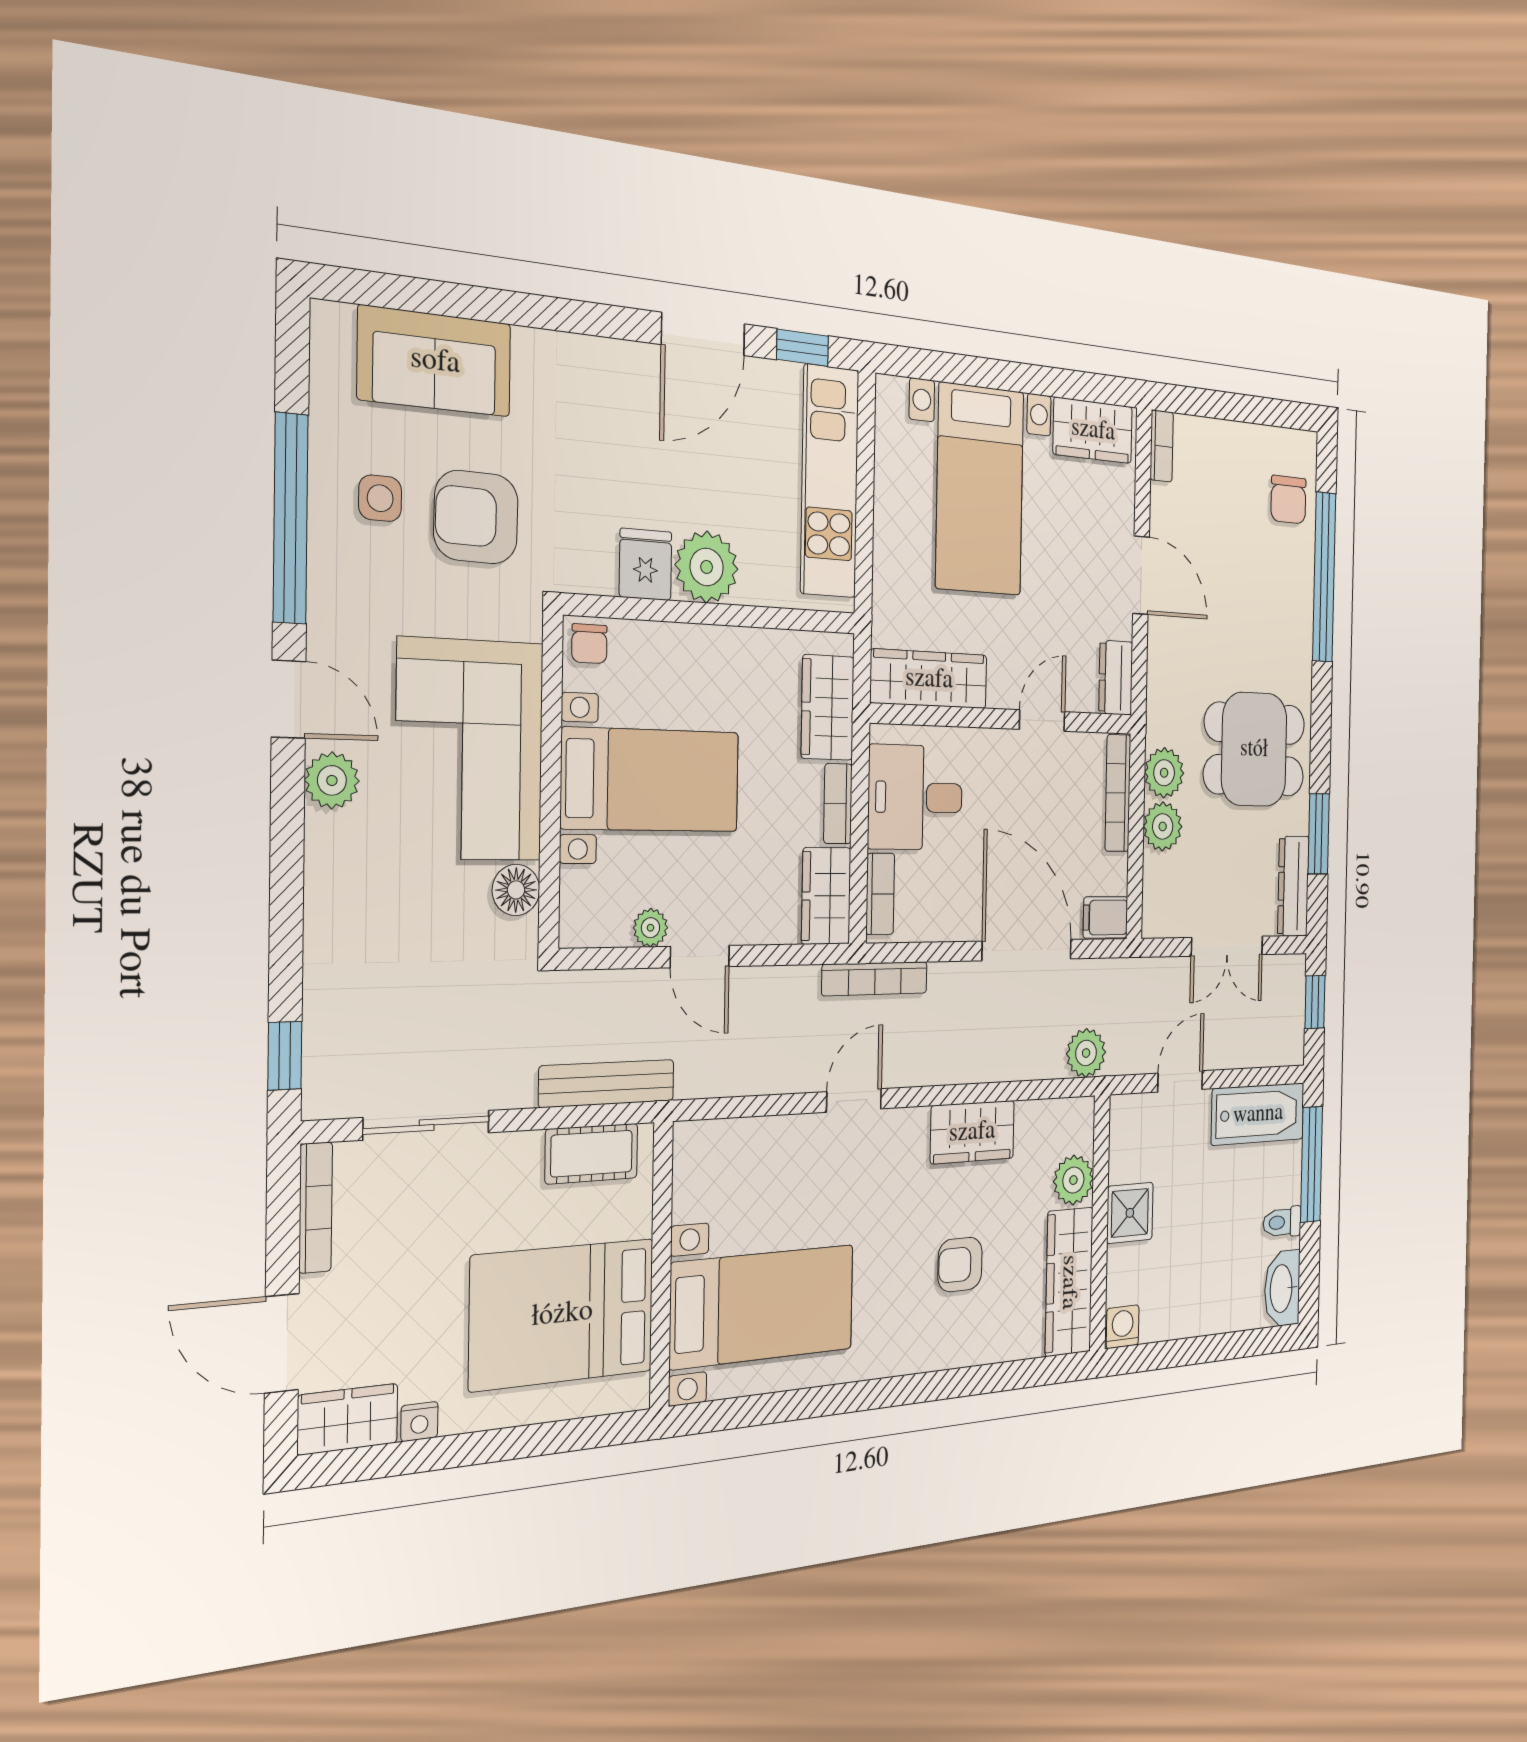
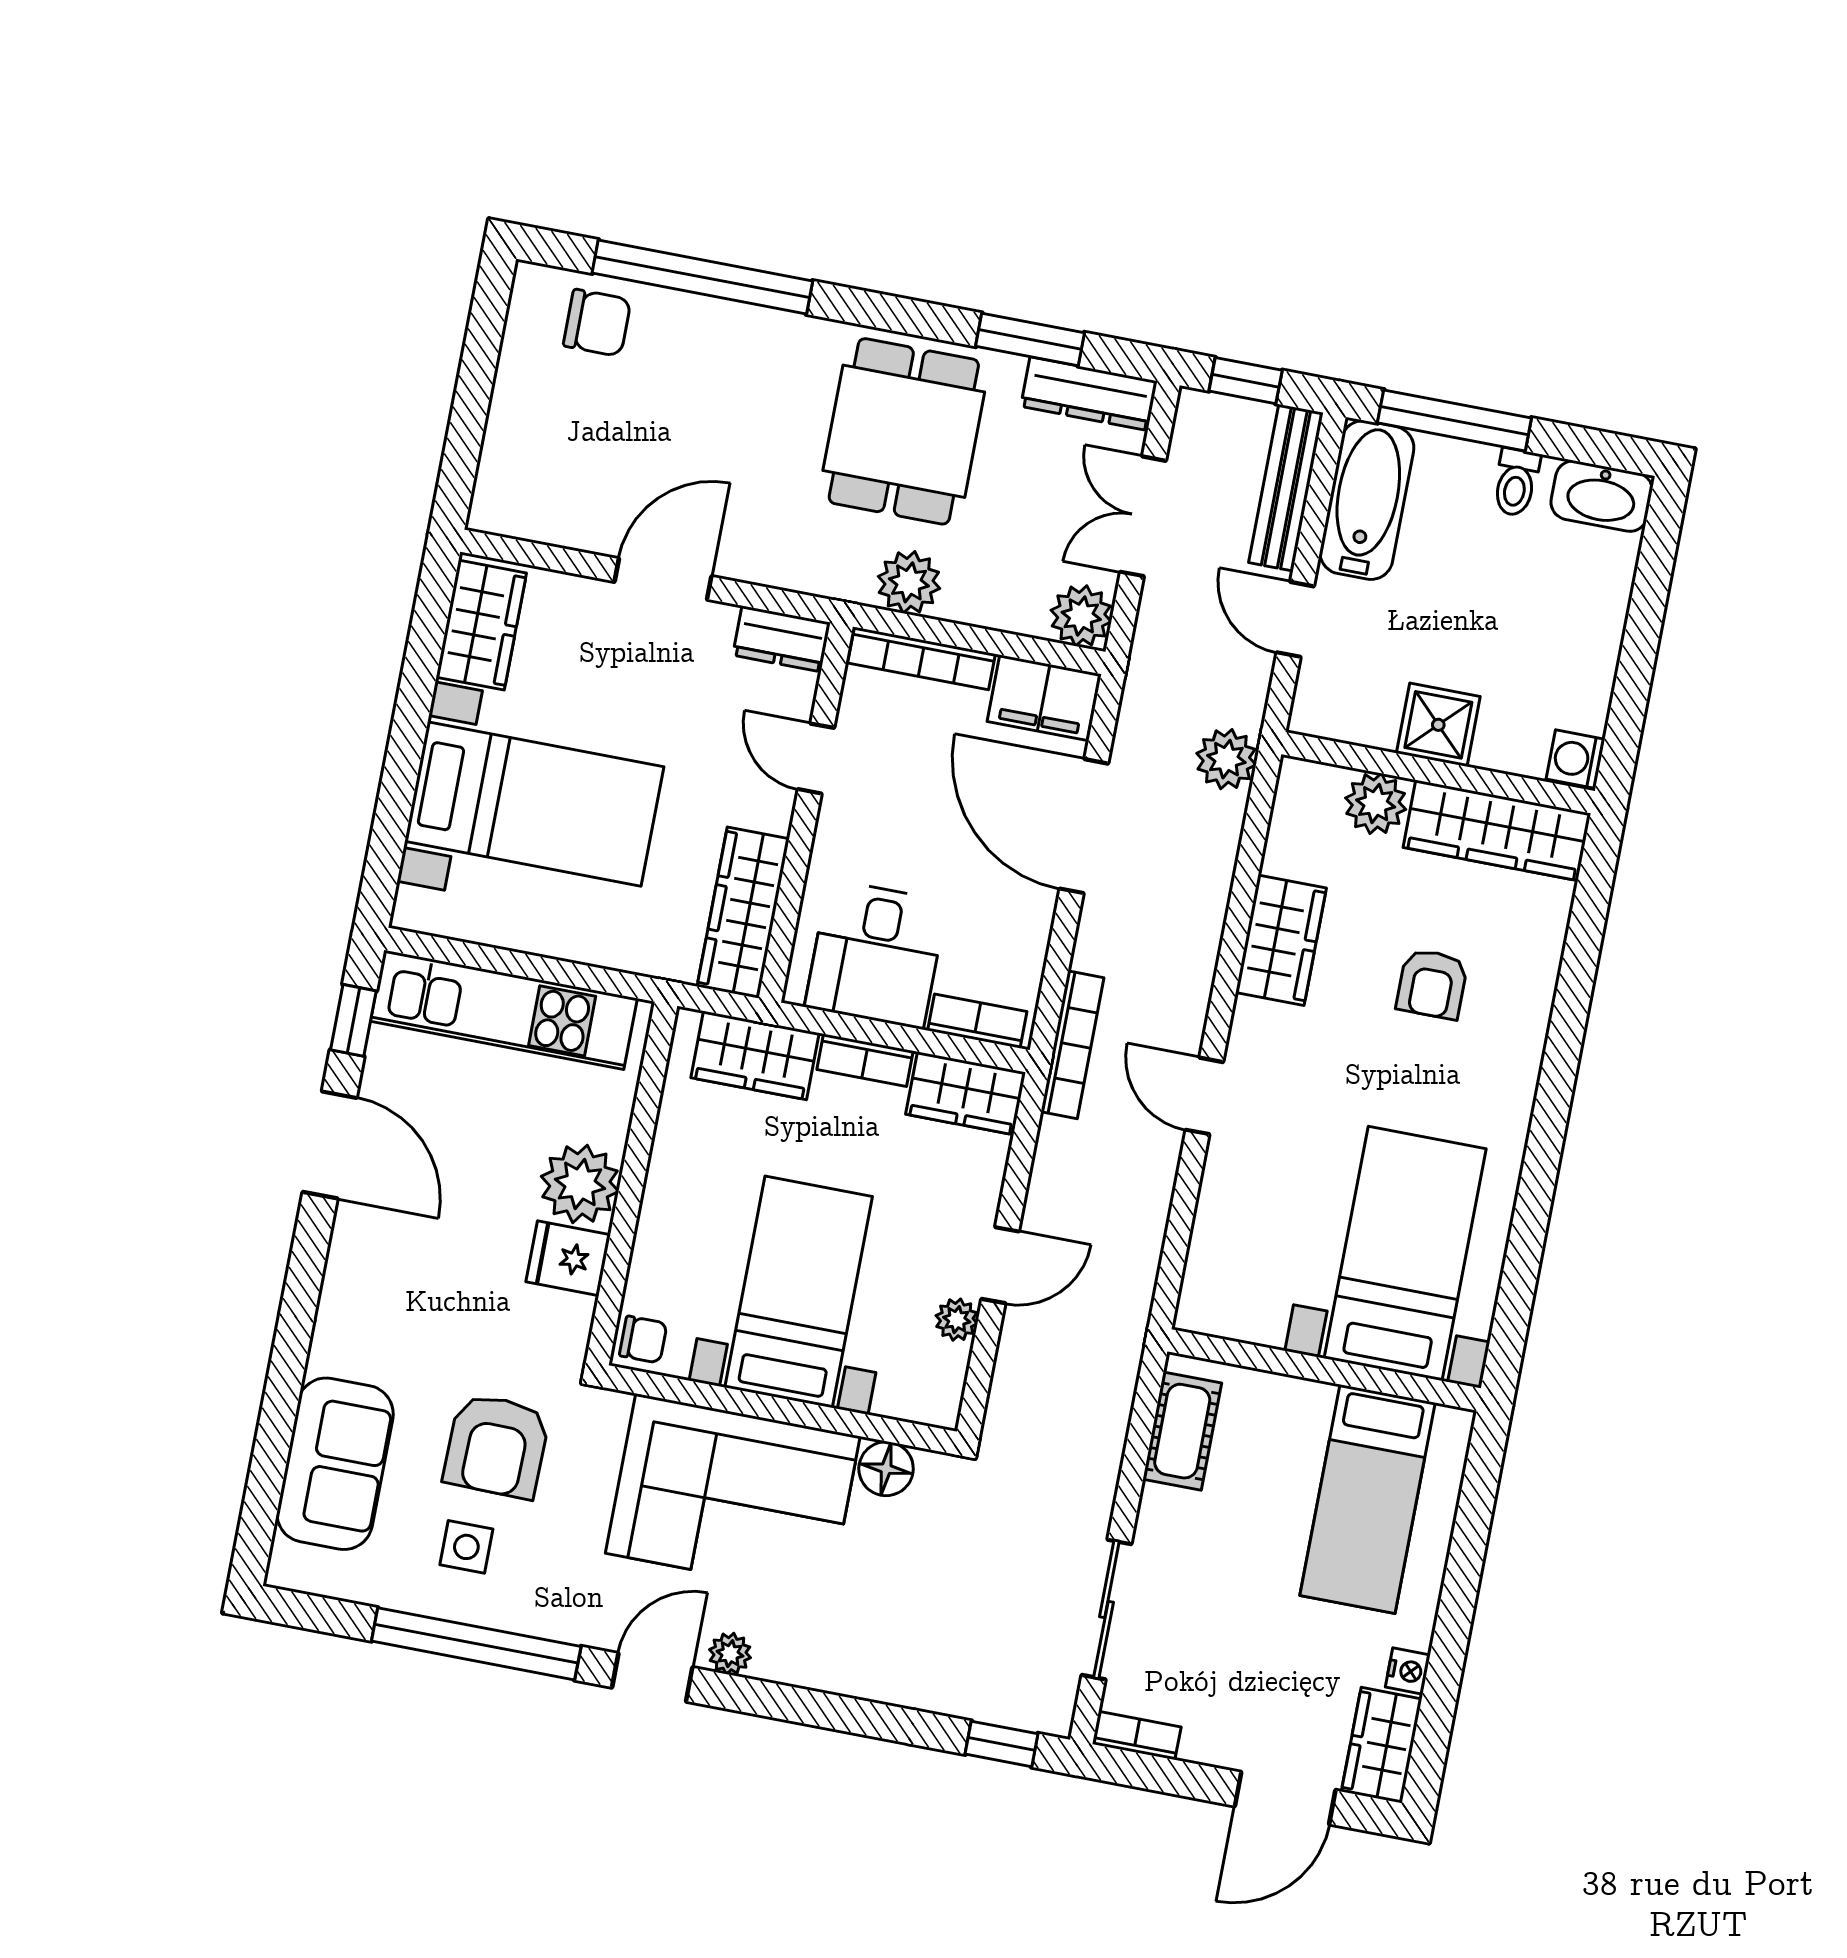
bookcase: (1162, 446) -> (510, 521), removed
plant: (332, 780) -> (730, 1654), width x0.73, depth x0.73
plant: (1163, 826) -> (1081, 616), moved
filing cabinet: (1106, 917) -> (1044, 698), width x2.00
double door: (1227, 946) -> (1143, 516), swing flipped
door: (1027, 950) -> (1084, 826), hinge flipped
bench: (607, 1083) -> (1286, 488), moved
bookcase: (316, 1208) -> (1137, 1735), width x0.64
bed: (562, 1314) -> (1367, 1499), width x0.67

